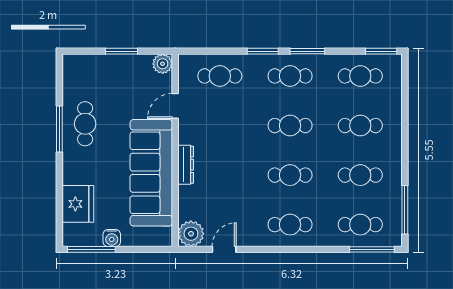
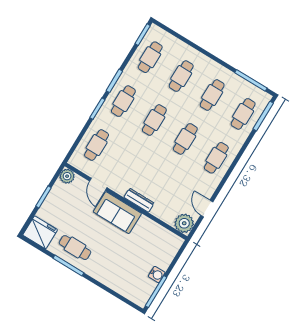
sofa: (151, 173) -> (117, 213), width x0.54, depth x0.79
fridge: (78, 204) -> (40, 232), moved

